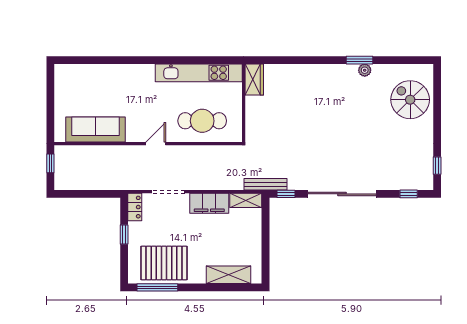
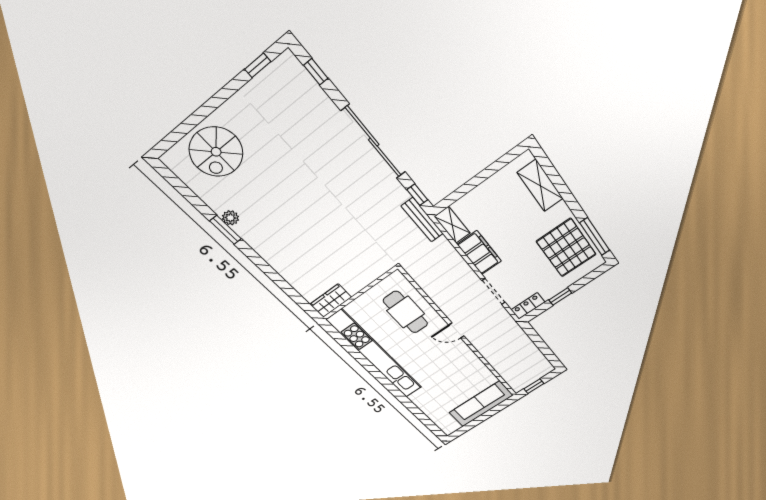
kitchen unit: (199, 73) -> (376, 355), width x1.36
sofa: (96, 129) -> (481, 404), moved, turned 90

